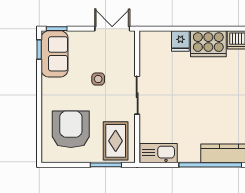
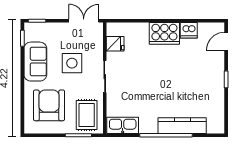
fridge: (180, 41) -> (115, 44), moved, turned -90
sofa: (54, 54) -> (35, 62), moved
side table: (98, 79) -> (72, 63), width x1.87, depth x1.87

